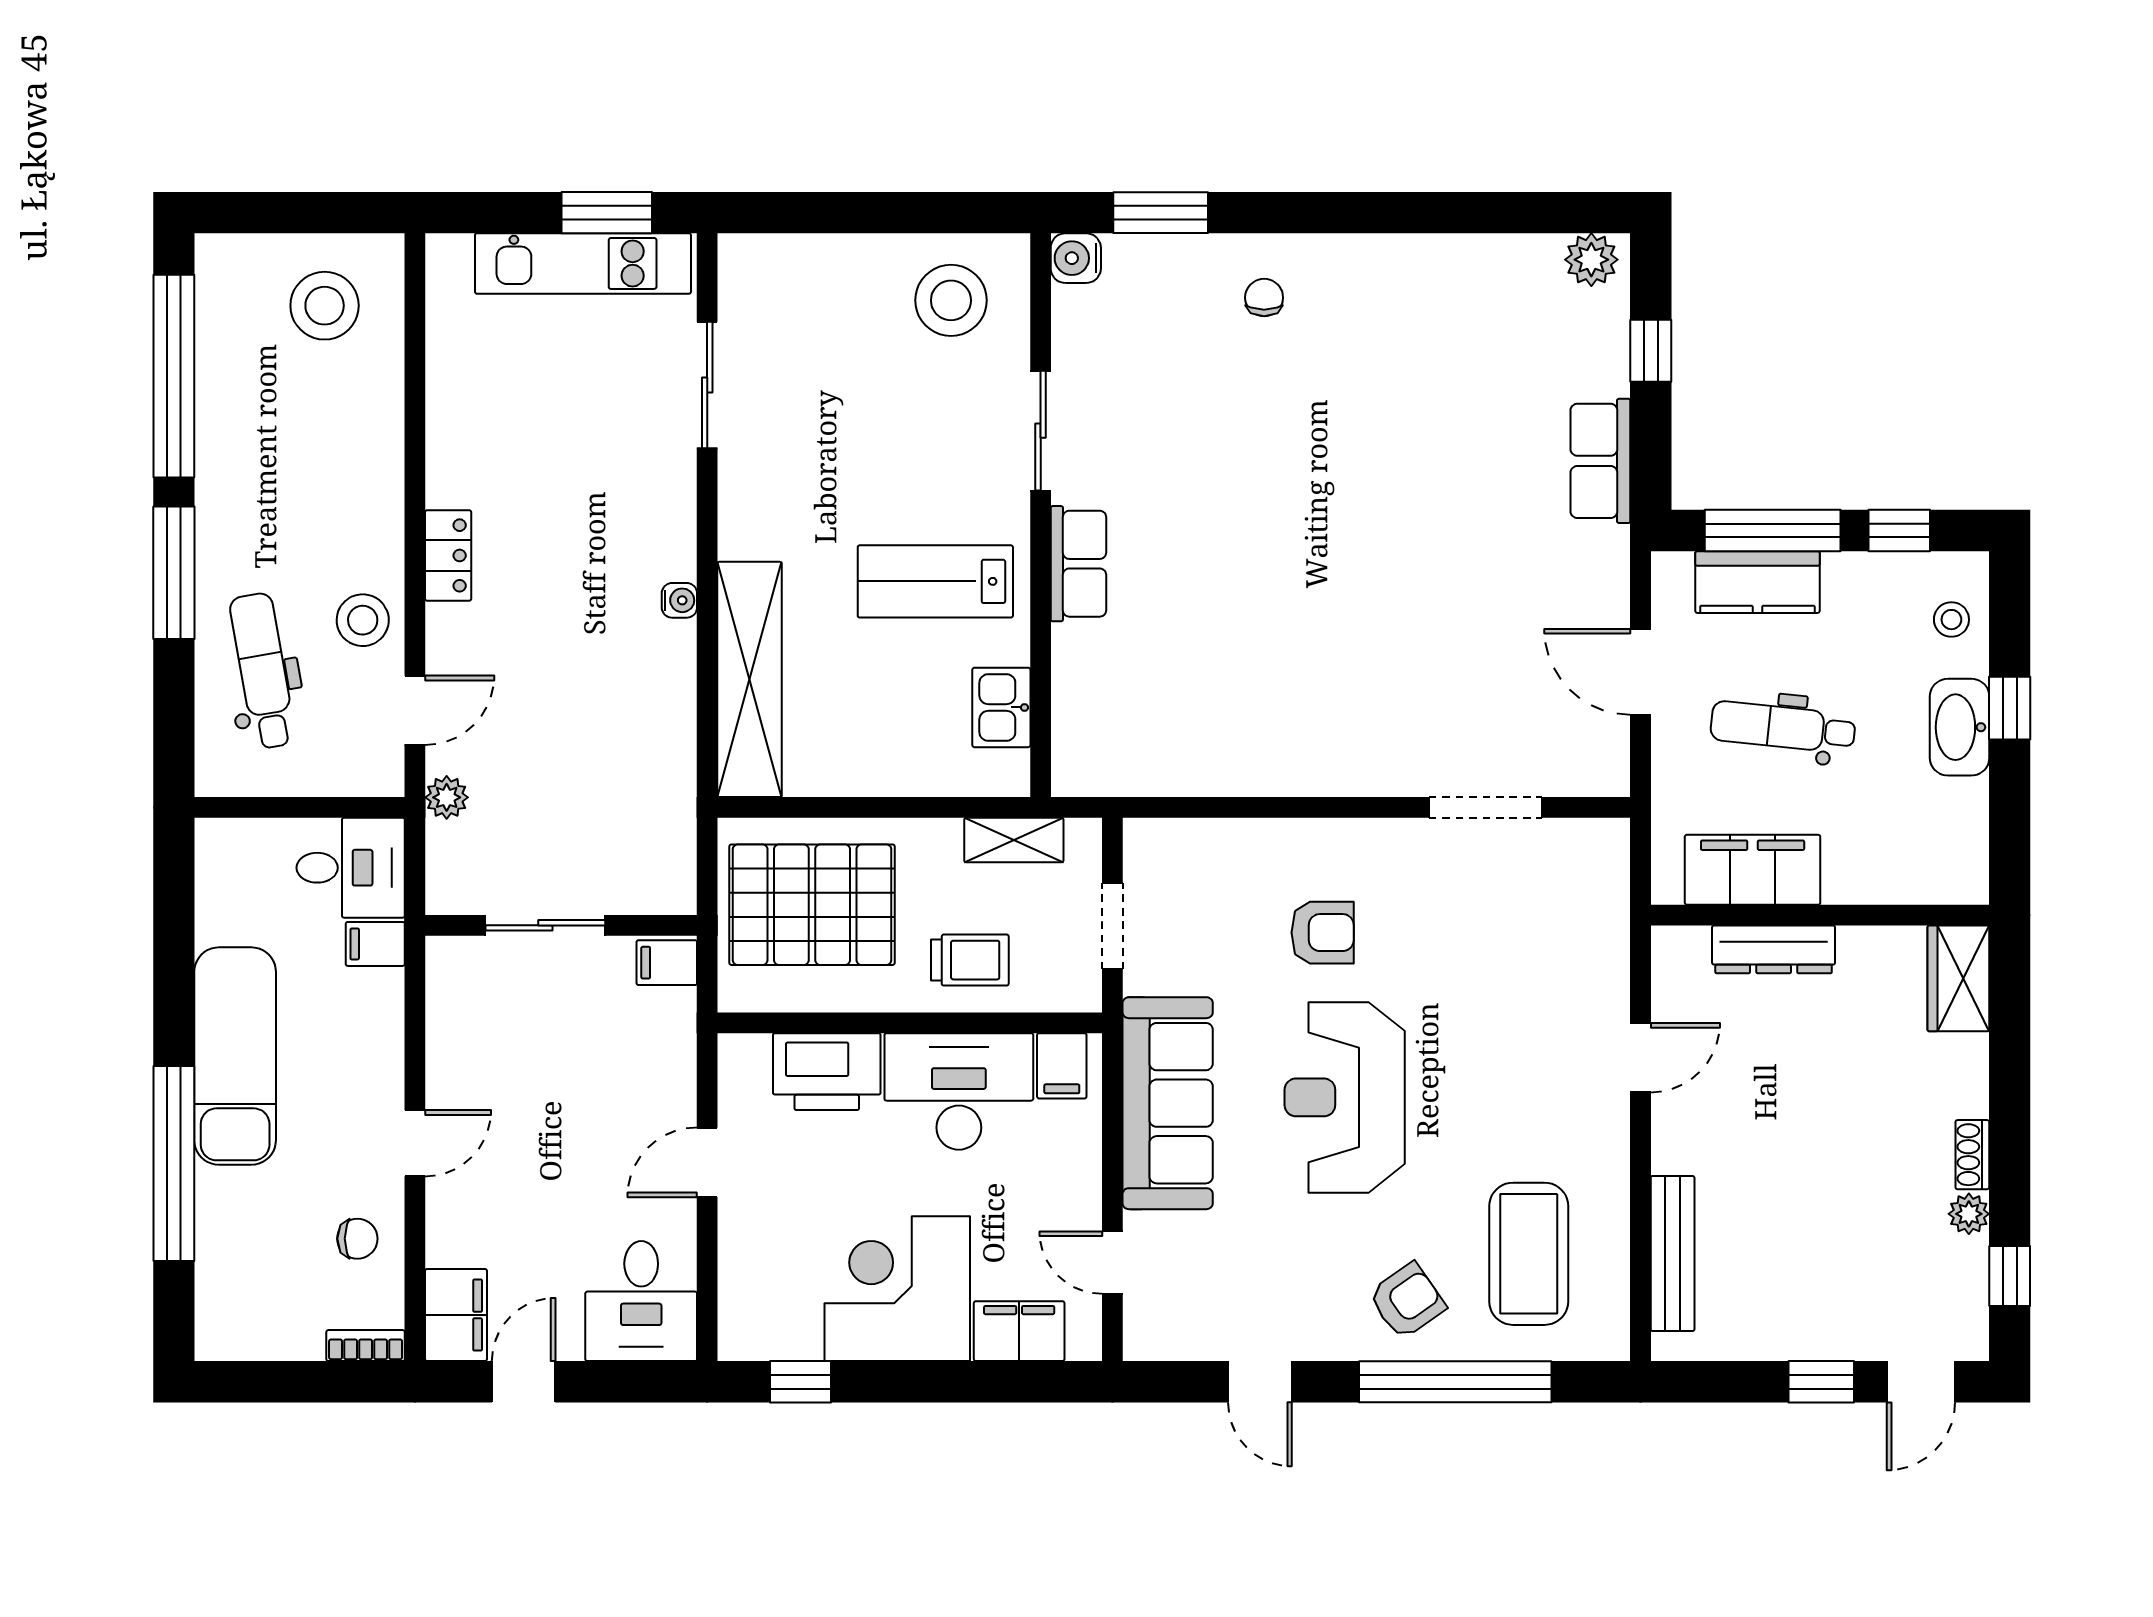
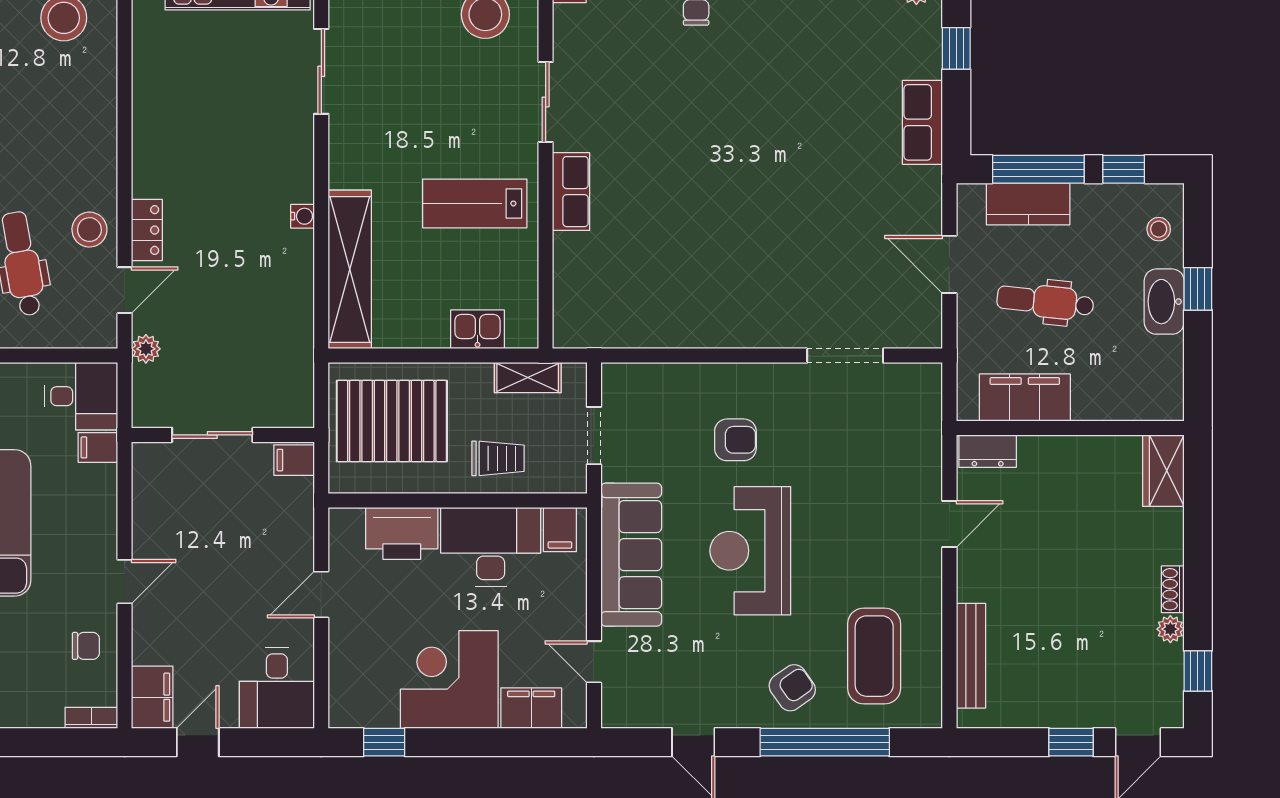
locker: (448, 555) -> (147, 230), moved
kitchen sink: (1001, 707) -> (477, 329), moved, turned 90
dresser: (1774, 949) -> (988, 451), moved, width x0.70

